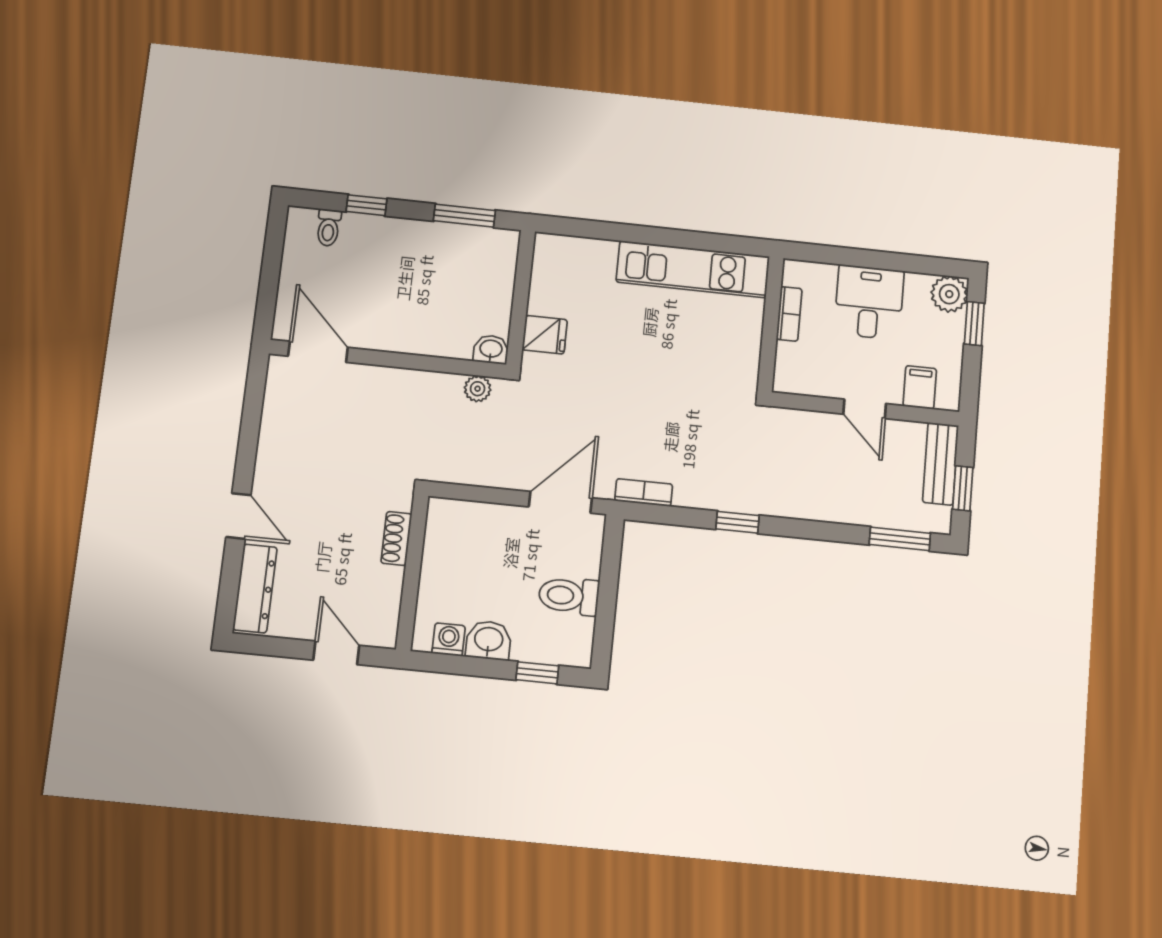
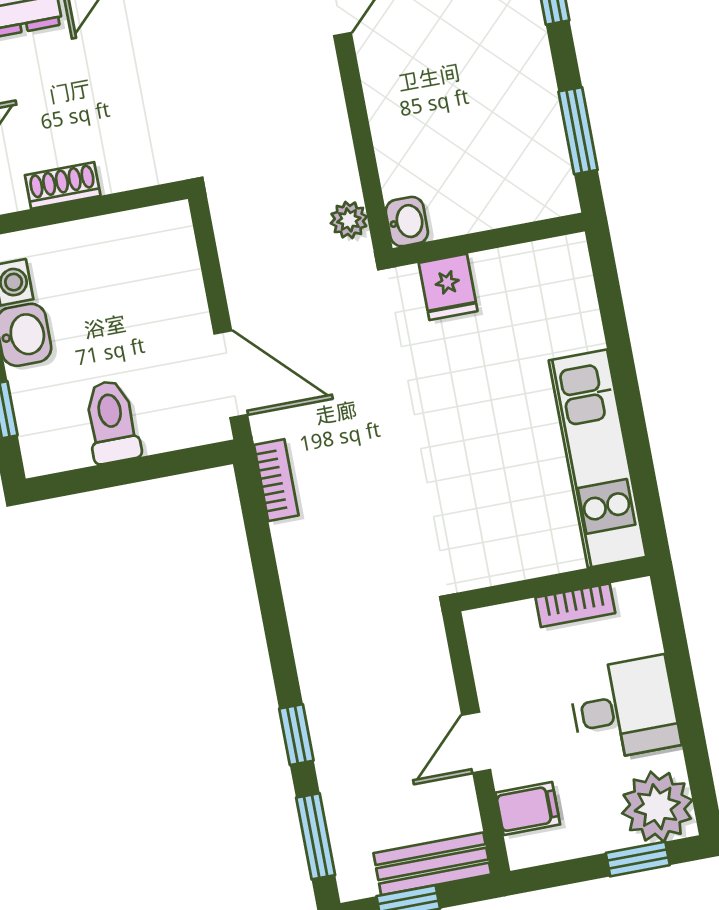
plant: (949, 294) -> (657, 807), width x1.36, depth x1.36
window: (737, 522) -> (296, 735), moved
shoe rack: (396, 538) -> (63, 186), moved

